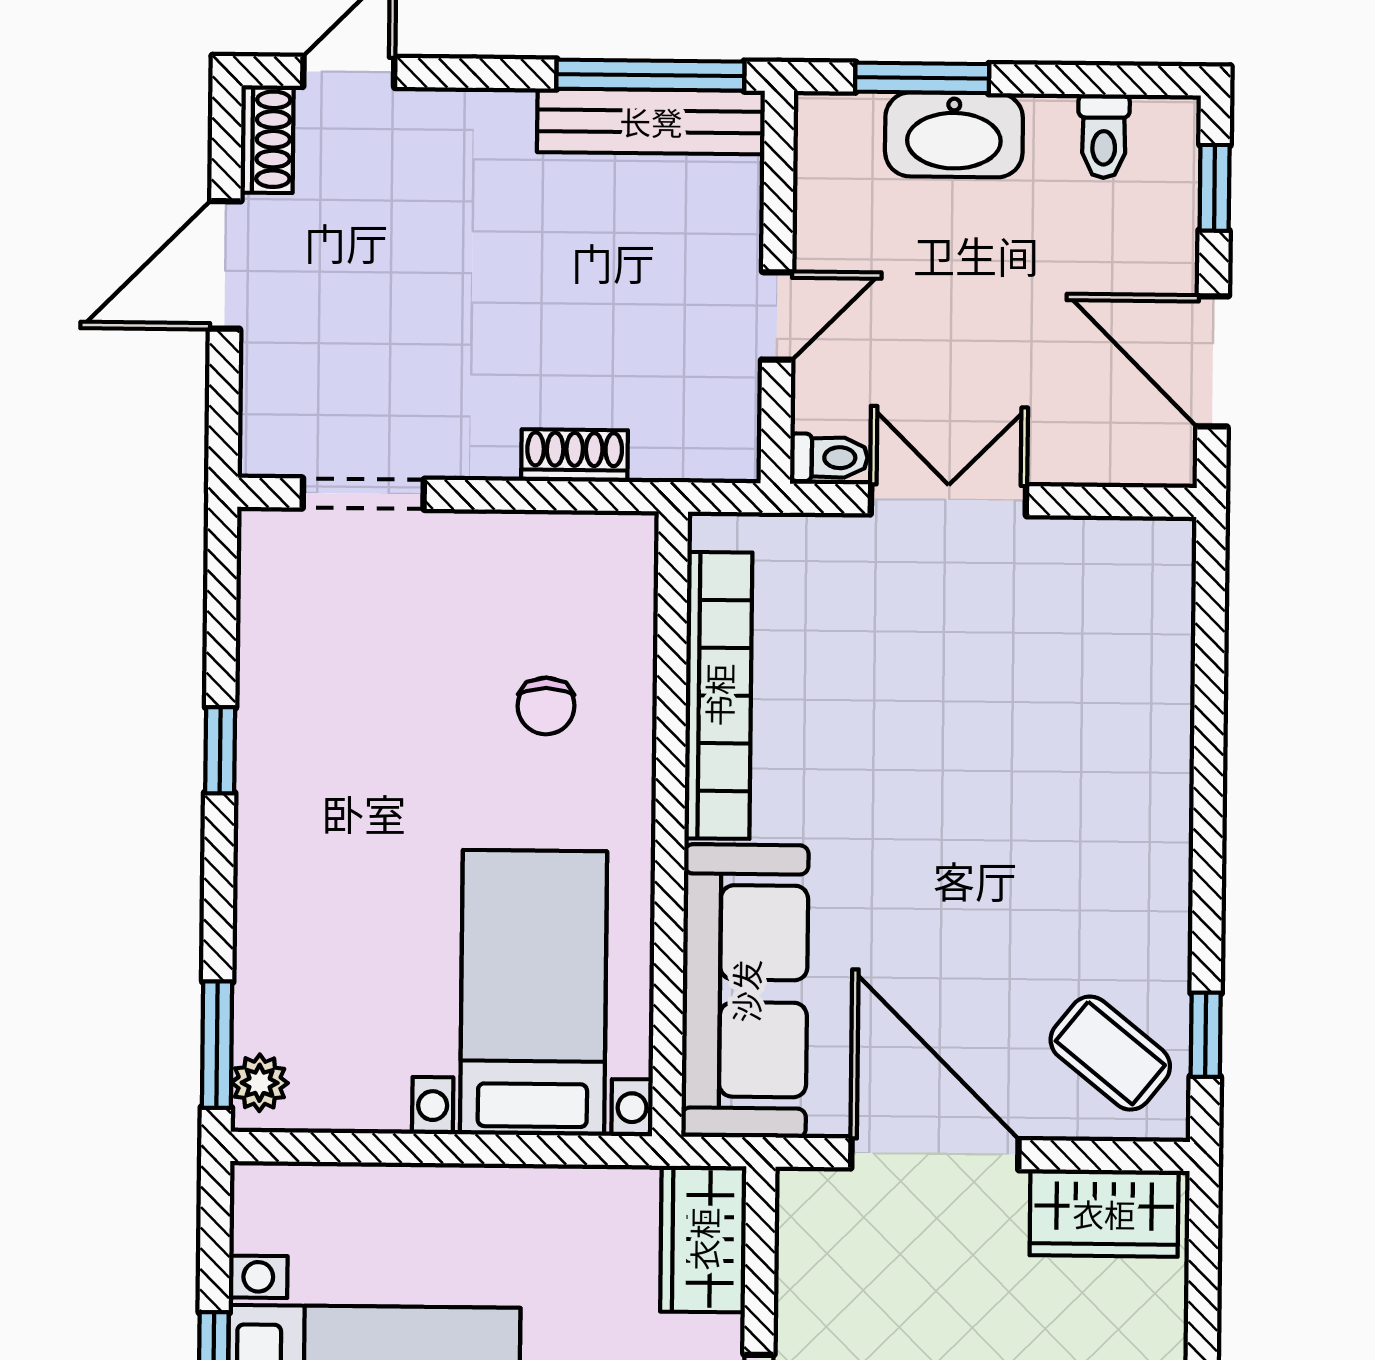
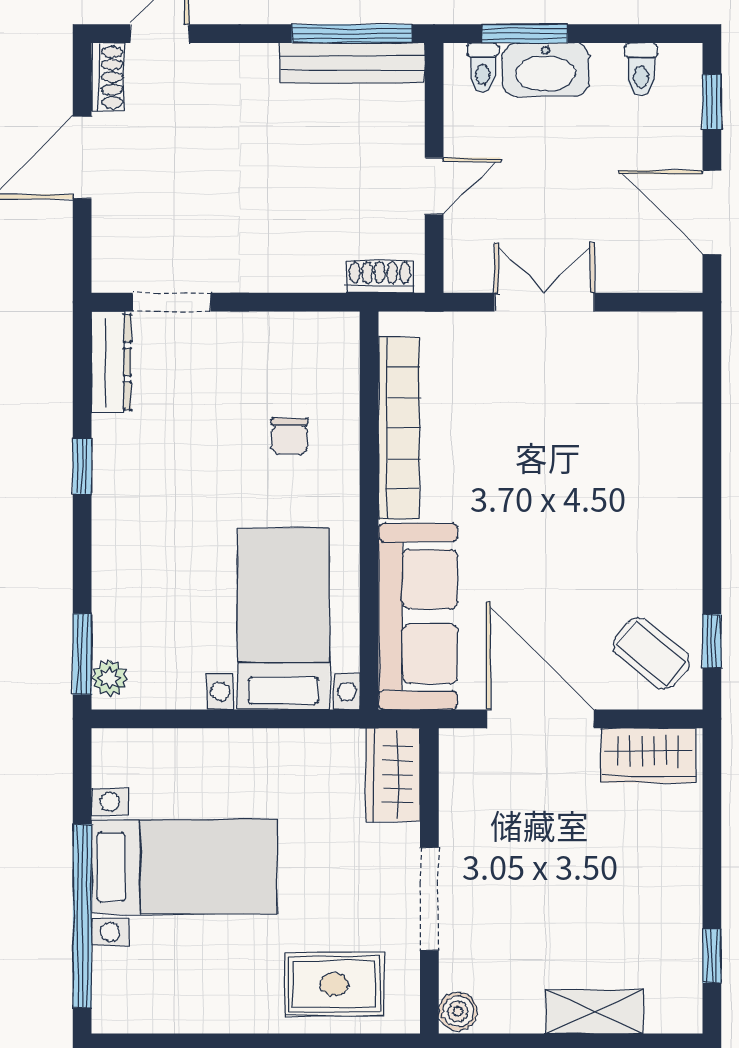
shoe rack: (575, 456) -> (380, 276), moved
toilet: (829, 458) -> (483, 68), moved, turned 90
dresser: (267, 587) -> (111, 362), added

